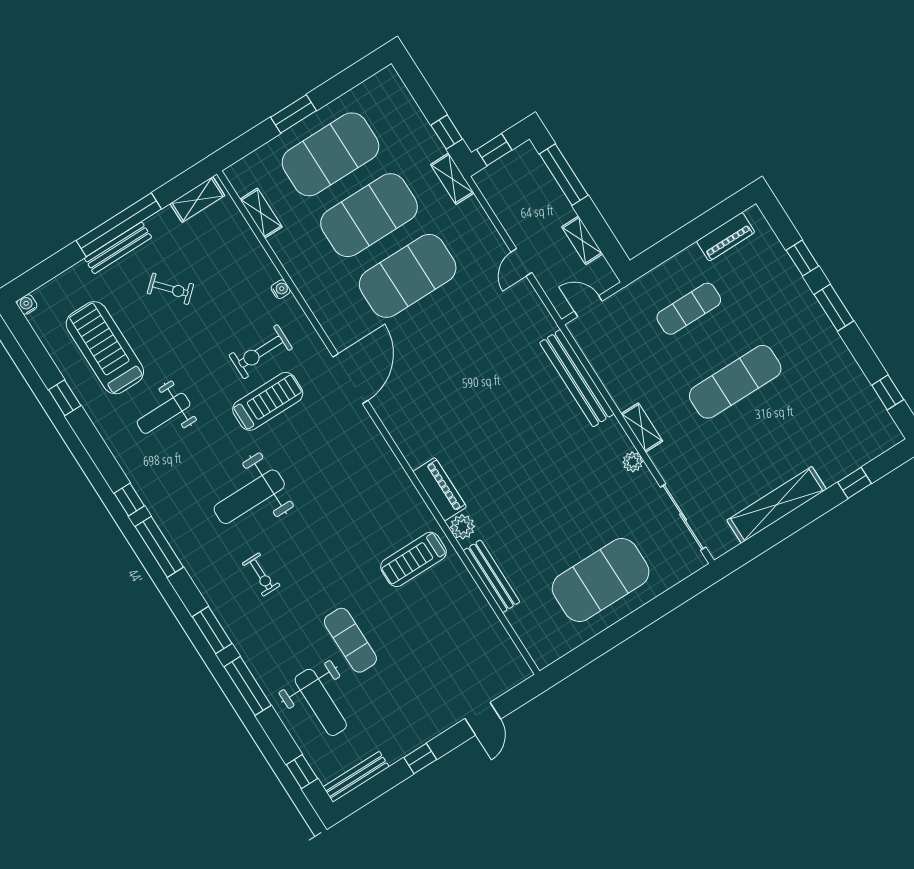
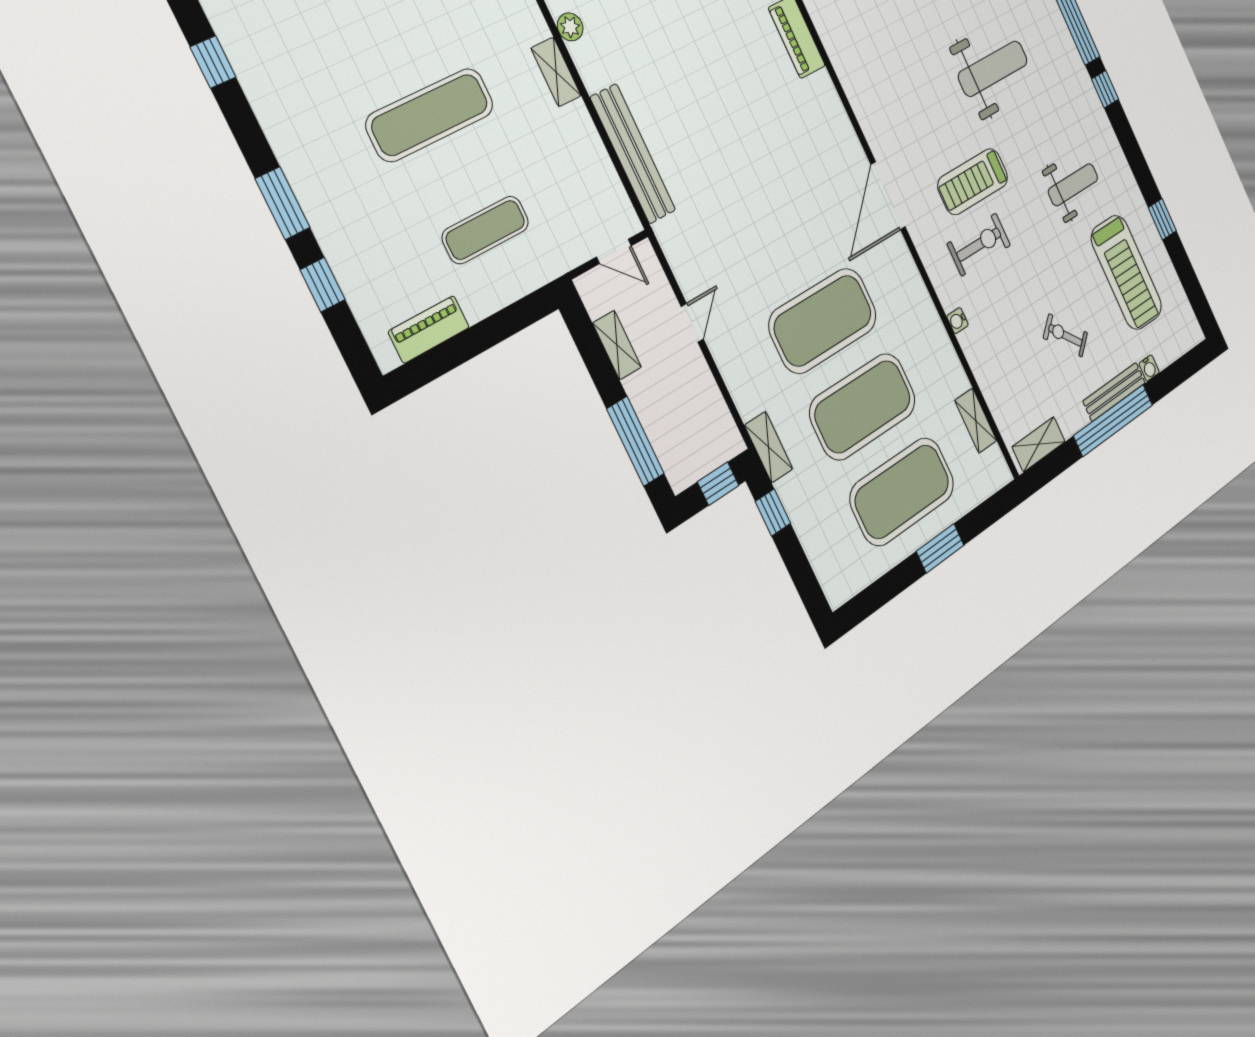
water cooler: (27, 304) -> (1149, 368), moved

